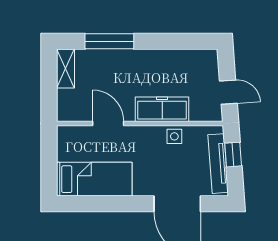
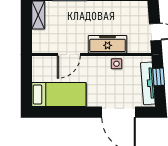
door: (108, 123) -> (69, 54), swing flipped

